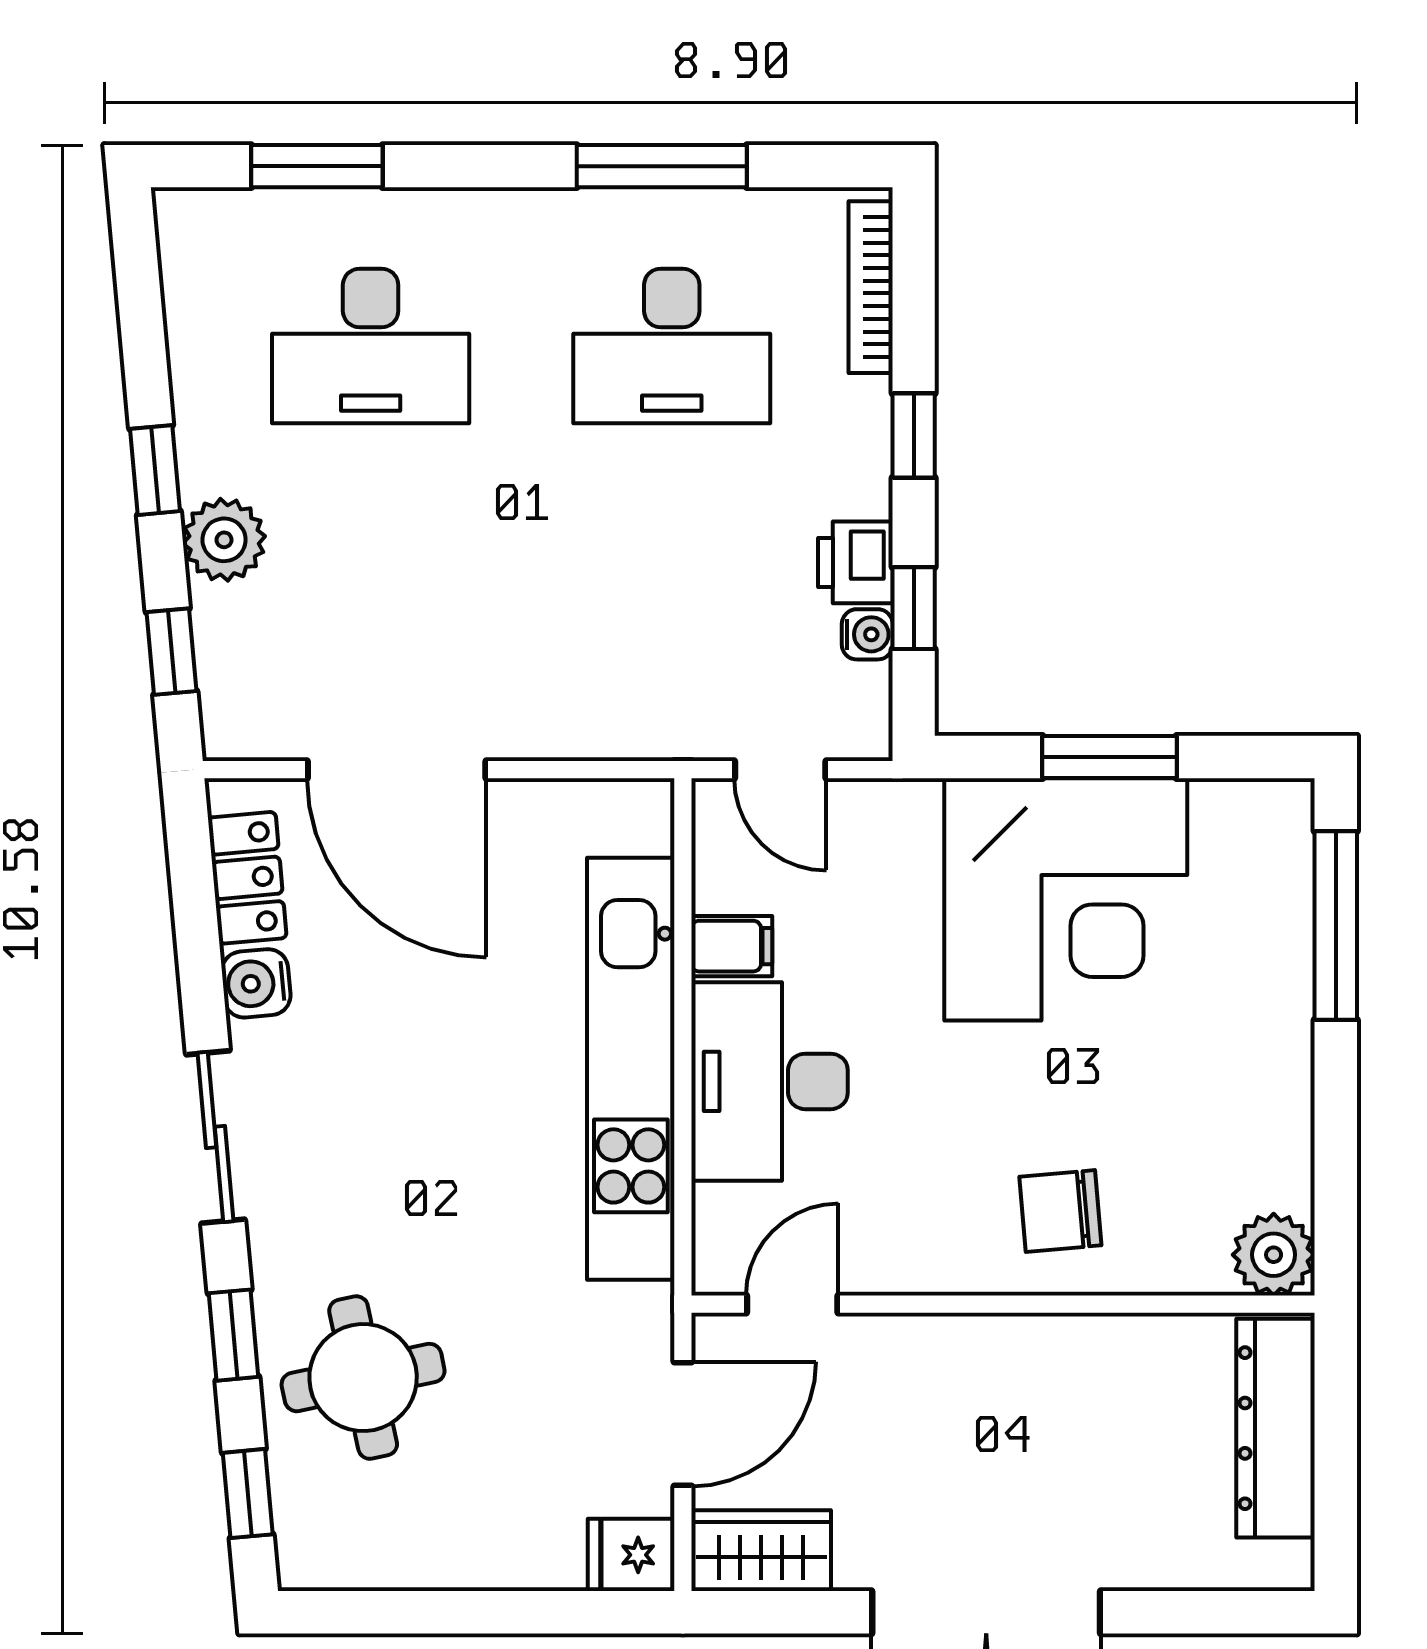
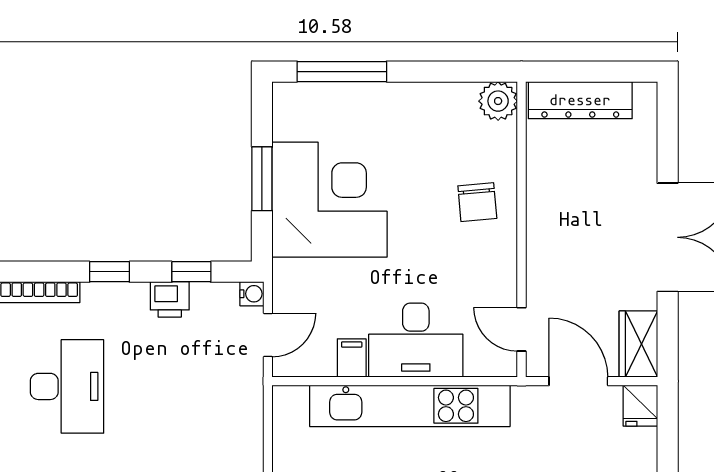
water cooler: (867, 634) -> (252, 294), moved, turned 90

